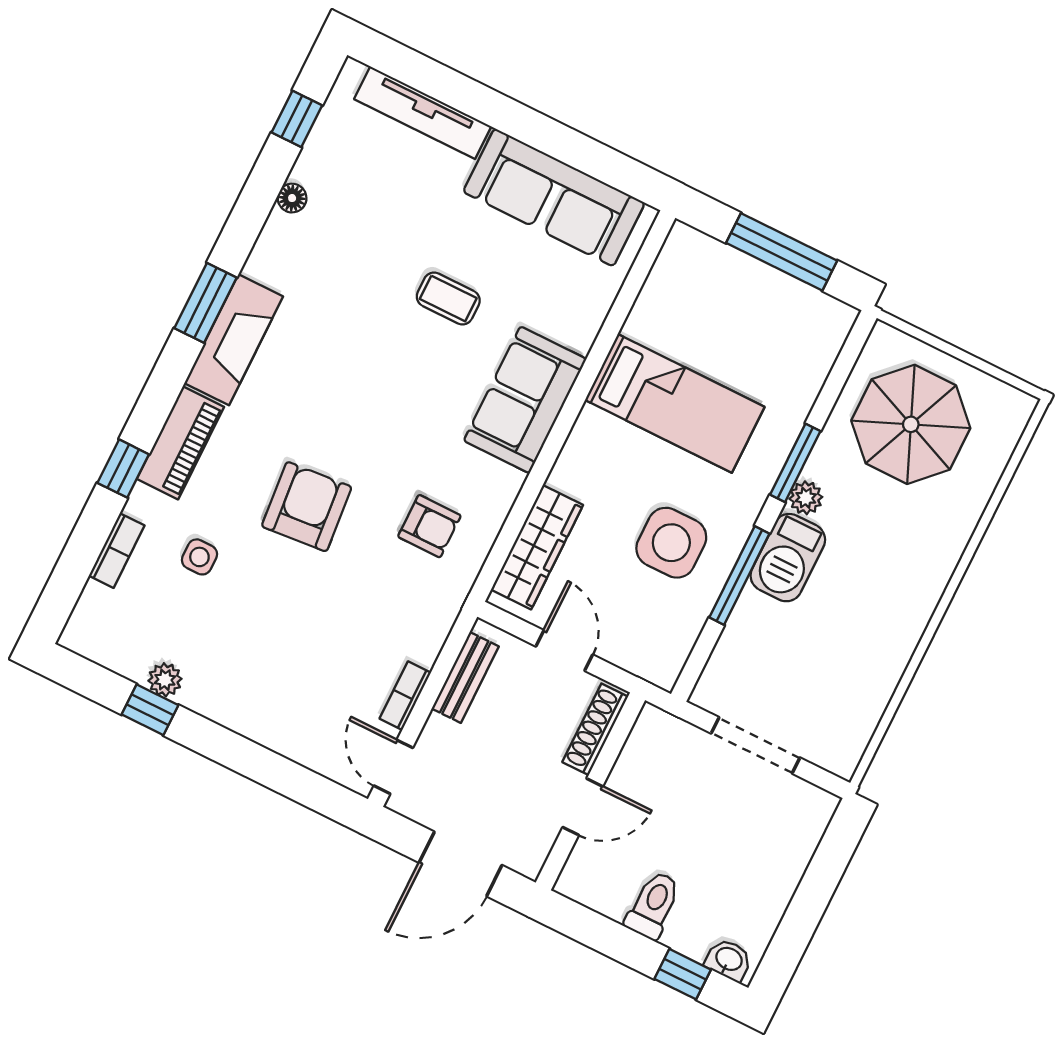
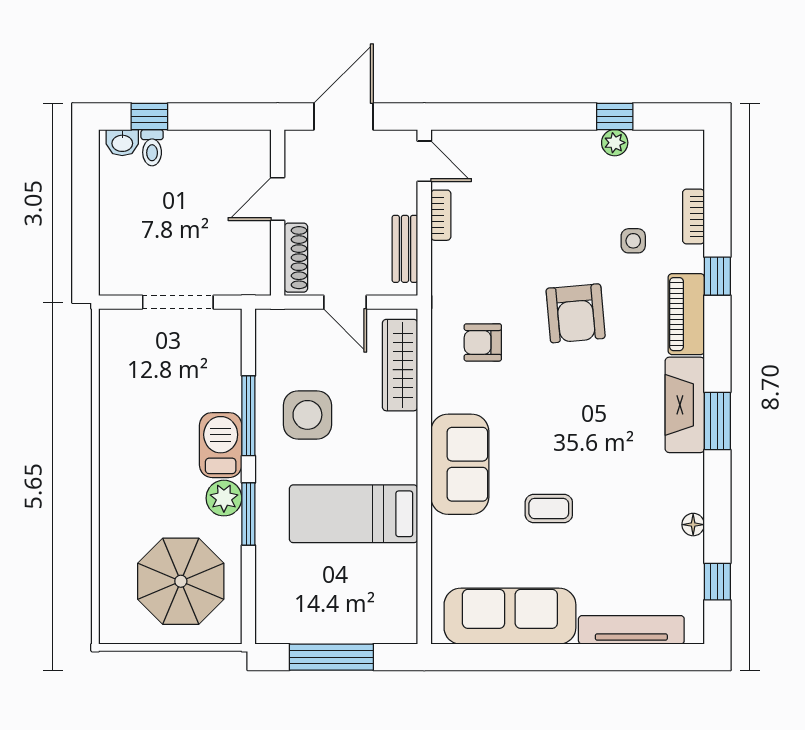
plant: (806, 498) -> (224, 498), width x1.38, depth x1.38
toilet: (653, 905) -> (152, 148), moved, width x0.73, depth x0.72

